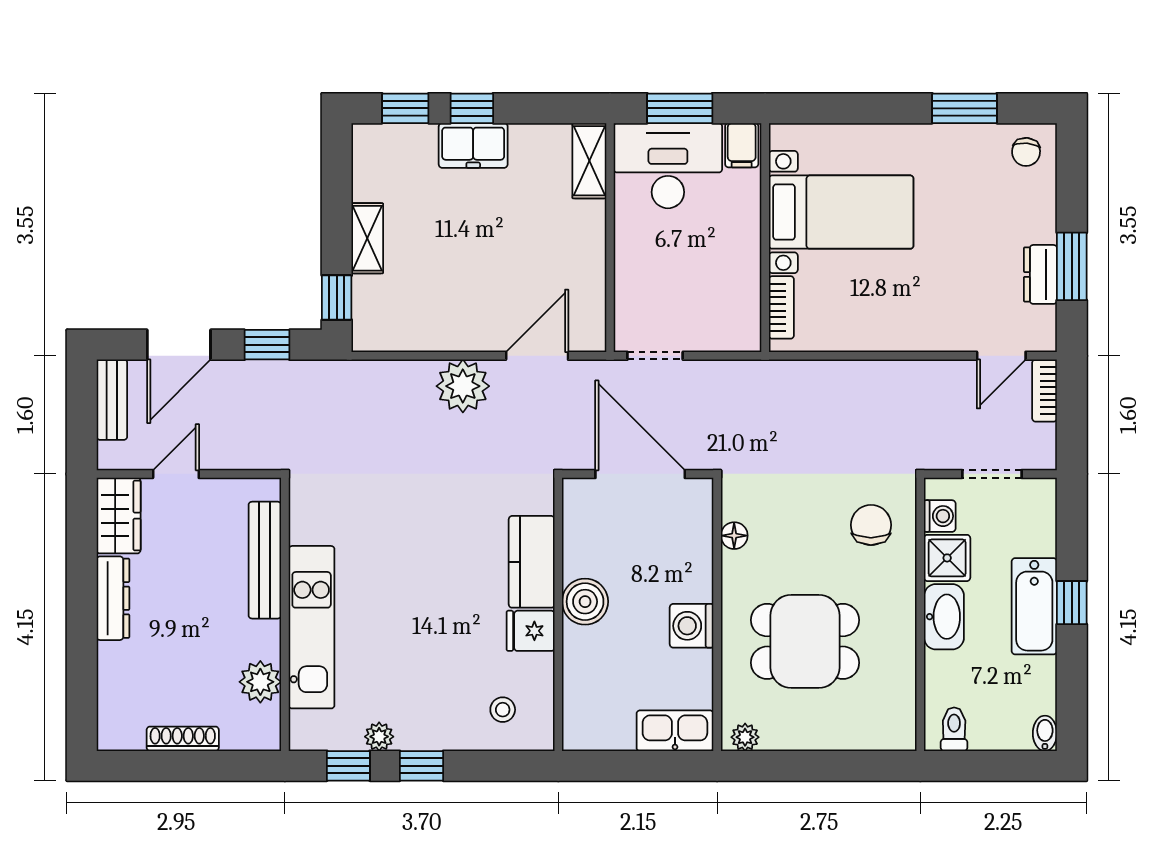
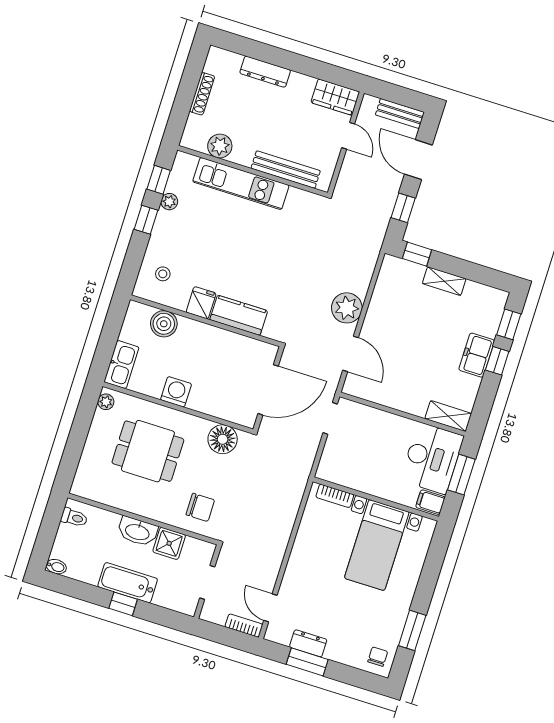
chair: (1026, 152) -> (378, 657), turned 85
washing machine: (940, 516) -> (193, 547), removed
floor lamp: (734, 536) -> (223, 439), width x1.89, depth x1.89
dresser: (113, 598) -> (265, 72), moved
boiler: (585, 602) -> (164, 324), moved
dining table: (805, 641) -> (148, 451), turned 90

